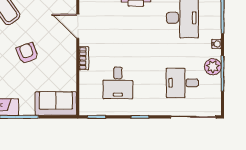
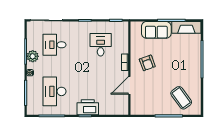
door: (78, 26) -> (129, 85), swing flipped
armchair: (27, 53) -> (147, 63), moved
desk: (182, 83) -> (54, 45), turned 180
sofa: (56, 104) -> (156, 30), moved

